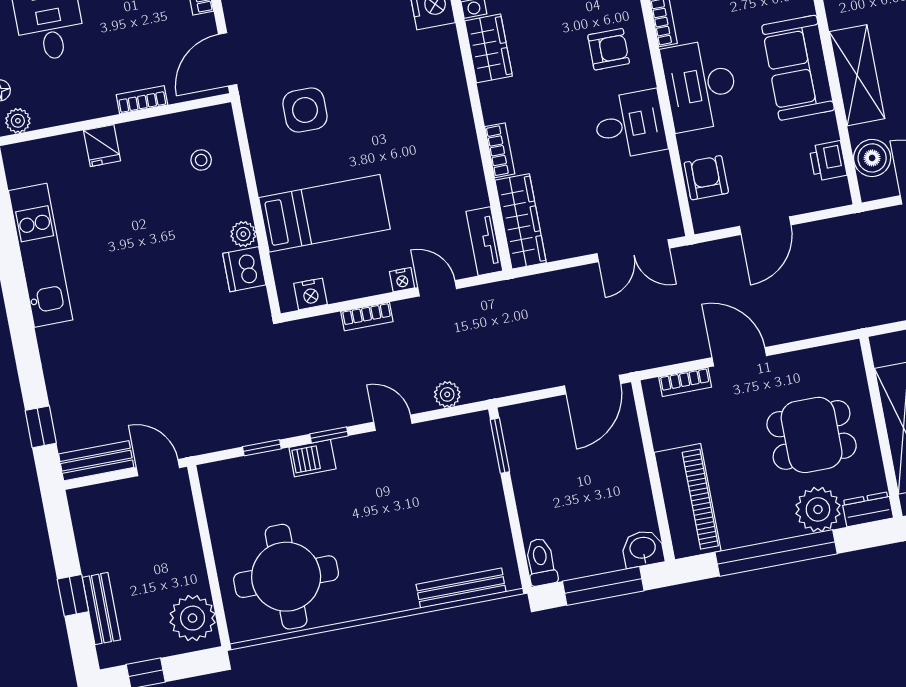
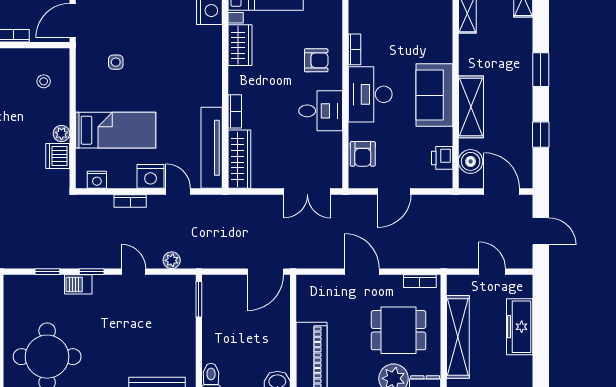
side table: (305, 110) -> (116, 62), width x0.54, depth x0.54
armchair: (706, 178) -> (363, 154), turned 180
tv unit: (484, 241) -> (212, 148), width x1.92, depth x1.29
nightstand: (402, 280) -> (151, 176), width x1.89, depth x1.79
bookcase: (685, 382) -> (420, 281), moved

